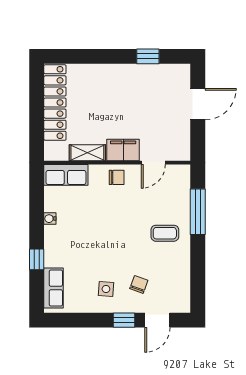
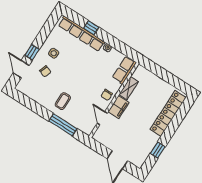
locker: (55, 103) -> (168, 113), moved, turned 90
row of seats: (54, 288) -> (82, 34), width x2.02

